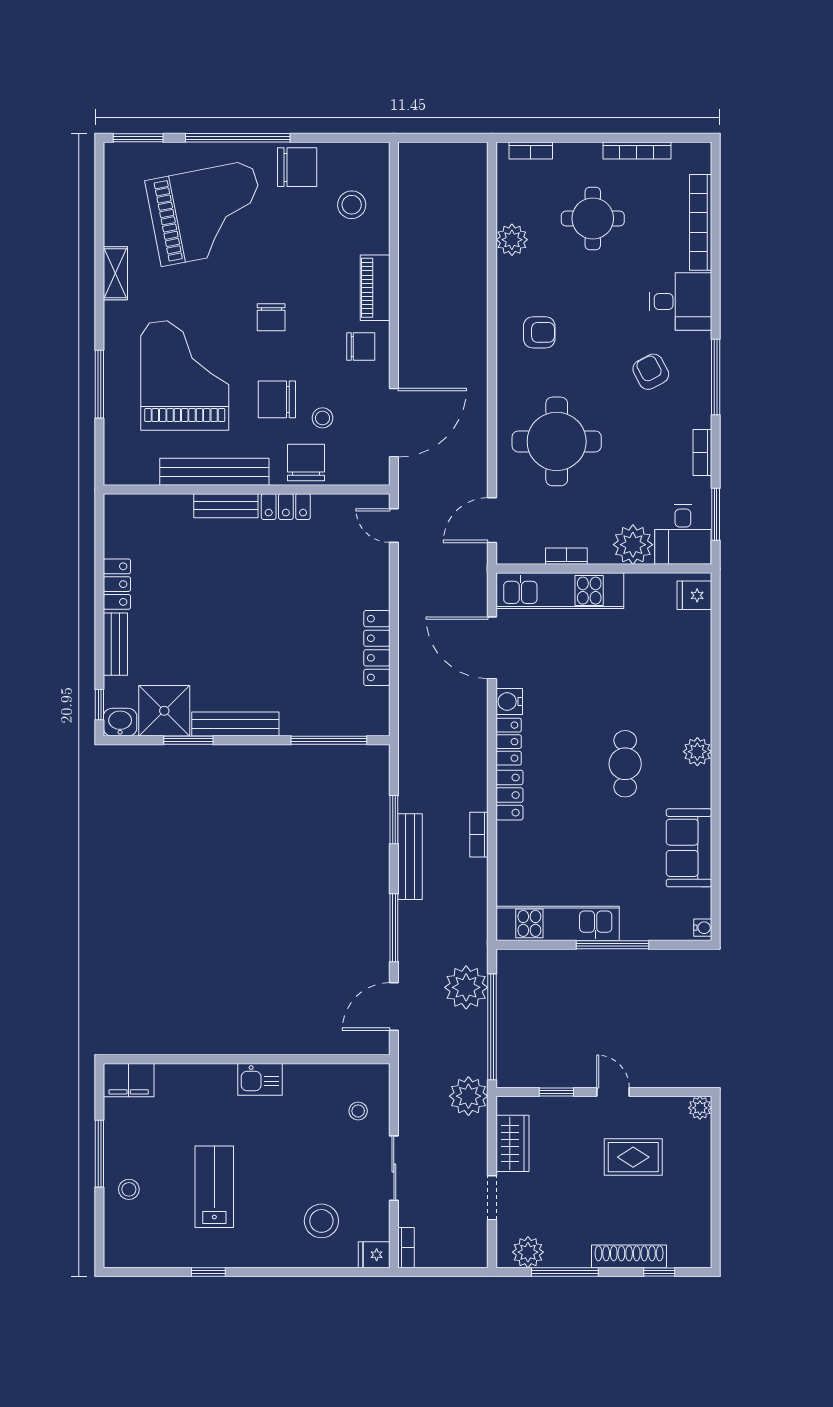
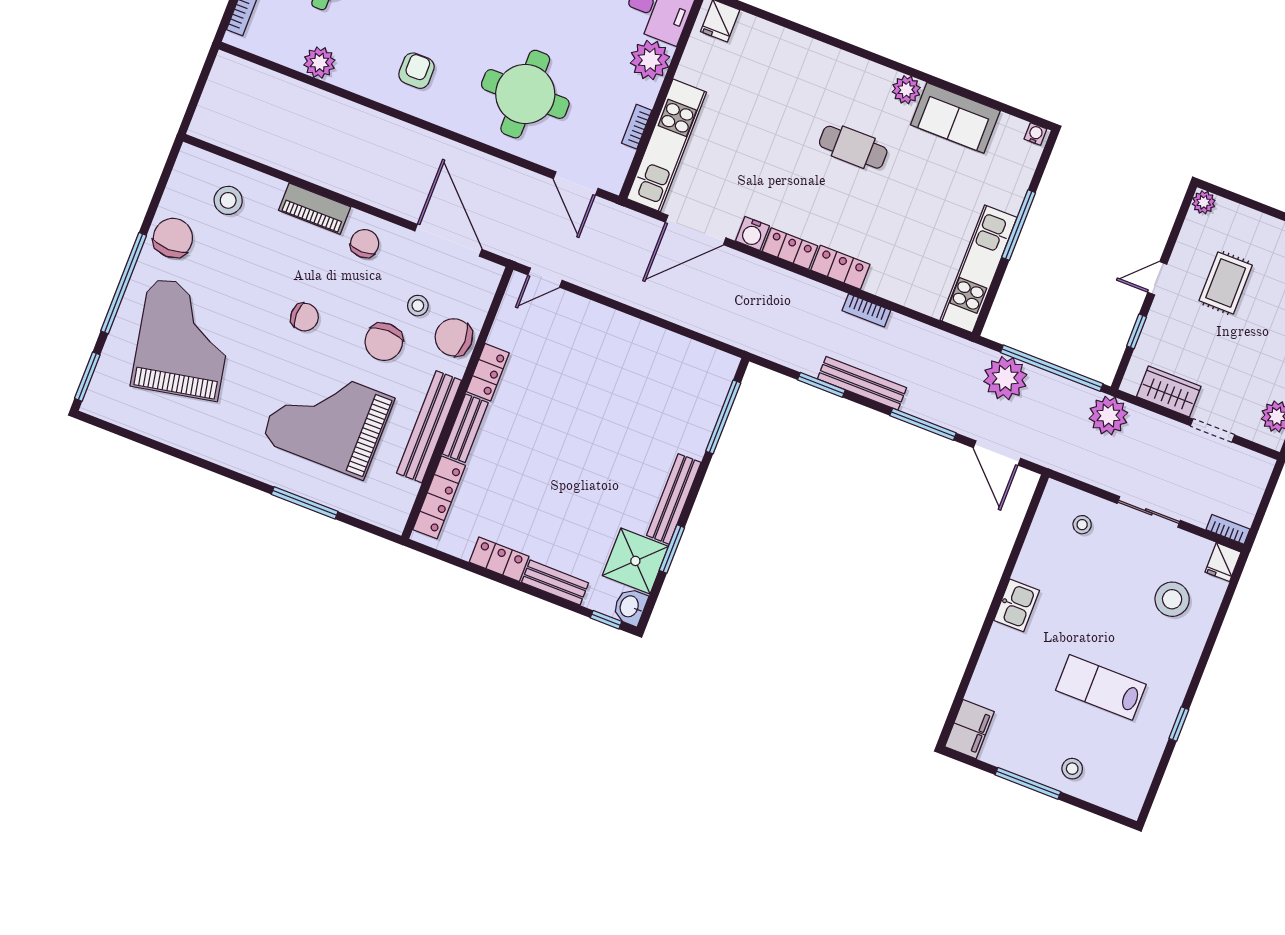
shelving: (115, 273) -> (206, 447), removed
locker: (377, 648) -> (439, 497), moved, turned -90
plant: (697, 752) -> (906, 90), moved

